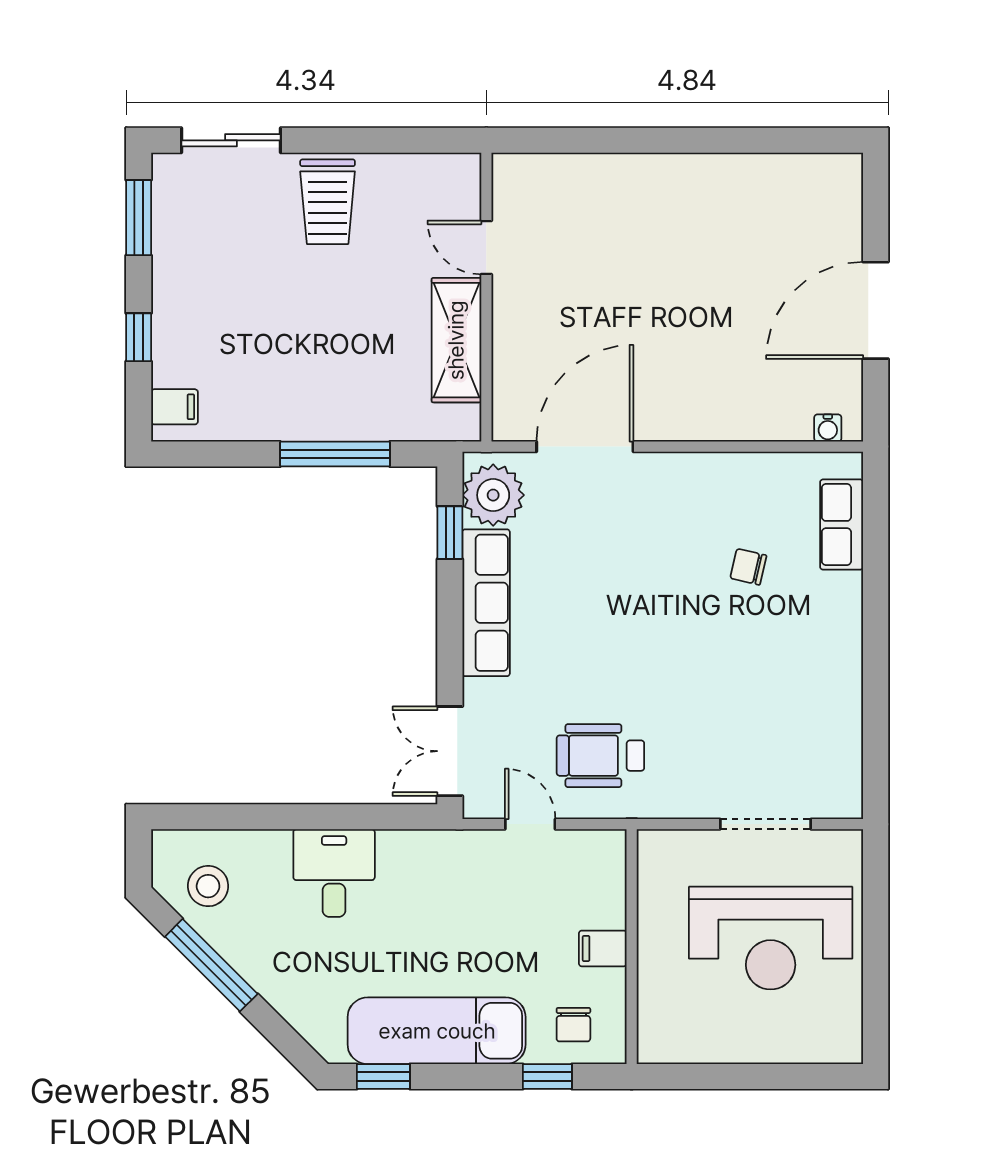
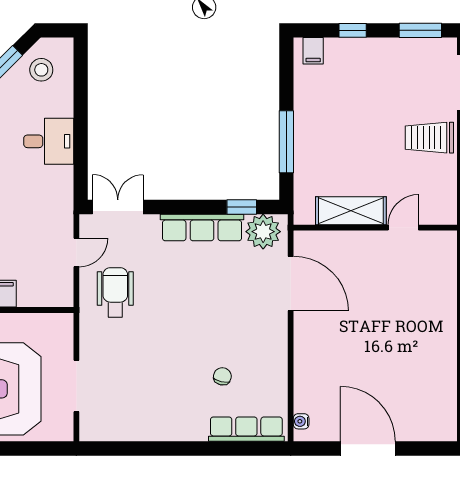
row of seats: (842, 525) -> (246, 429), width x1.48

